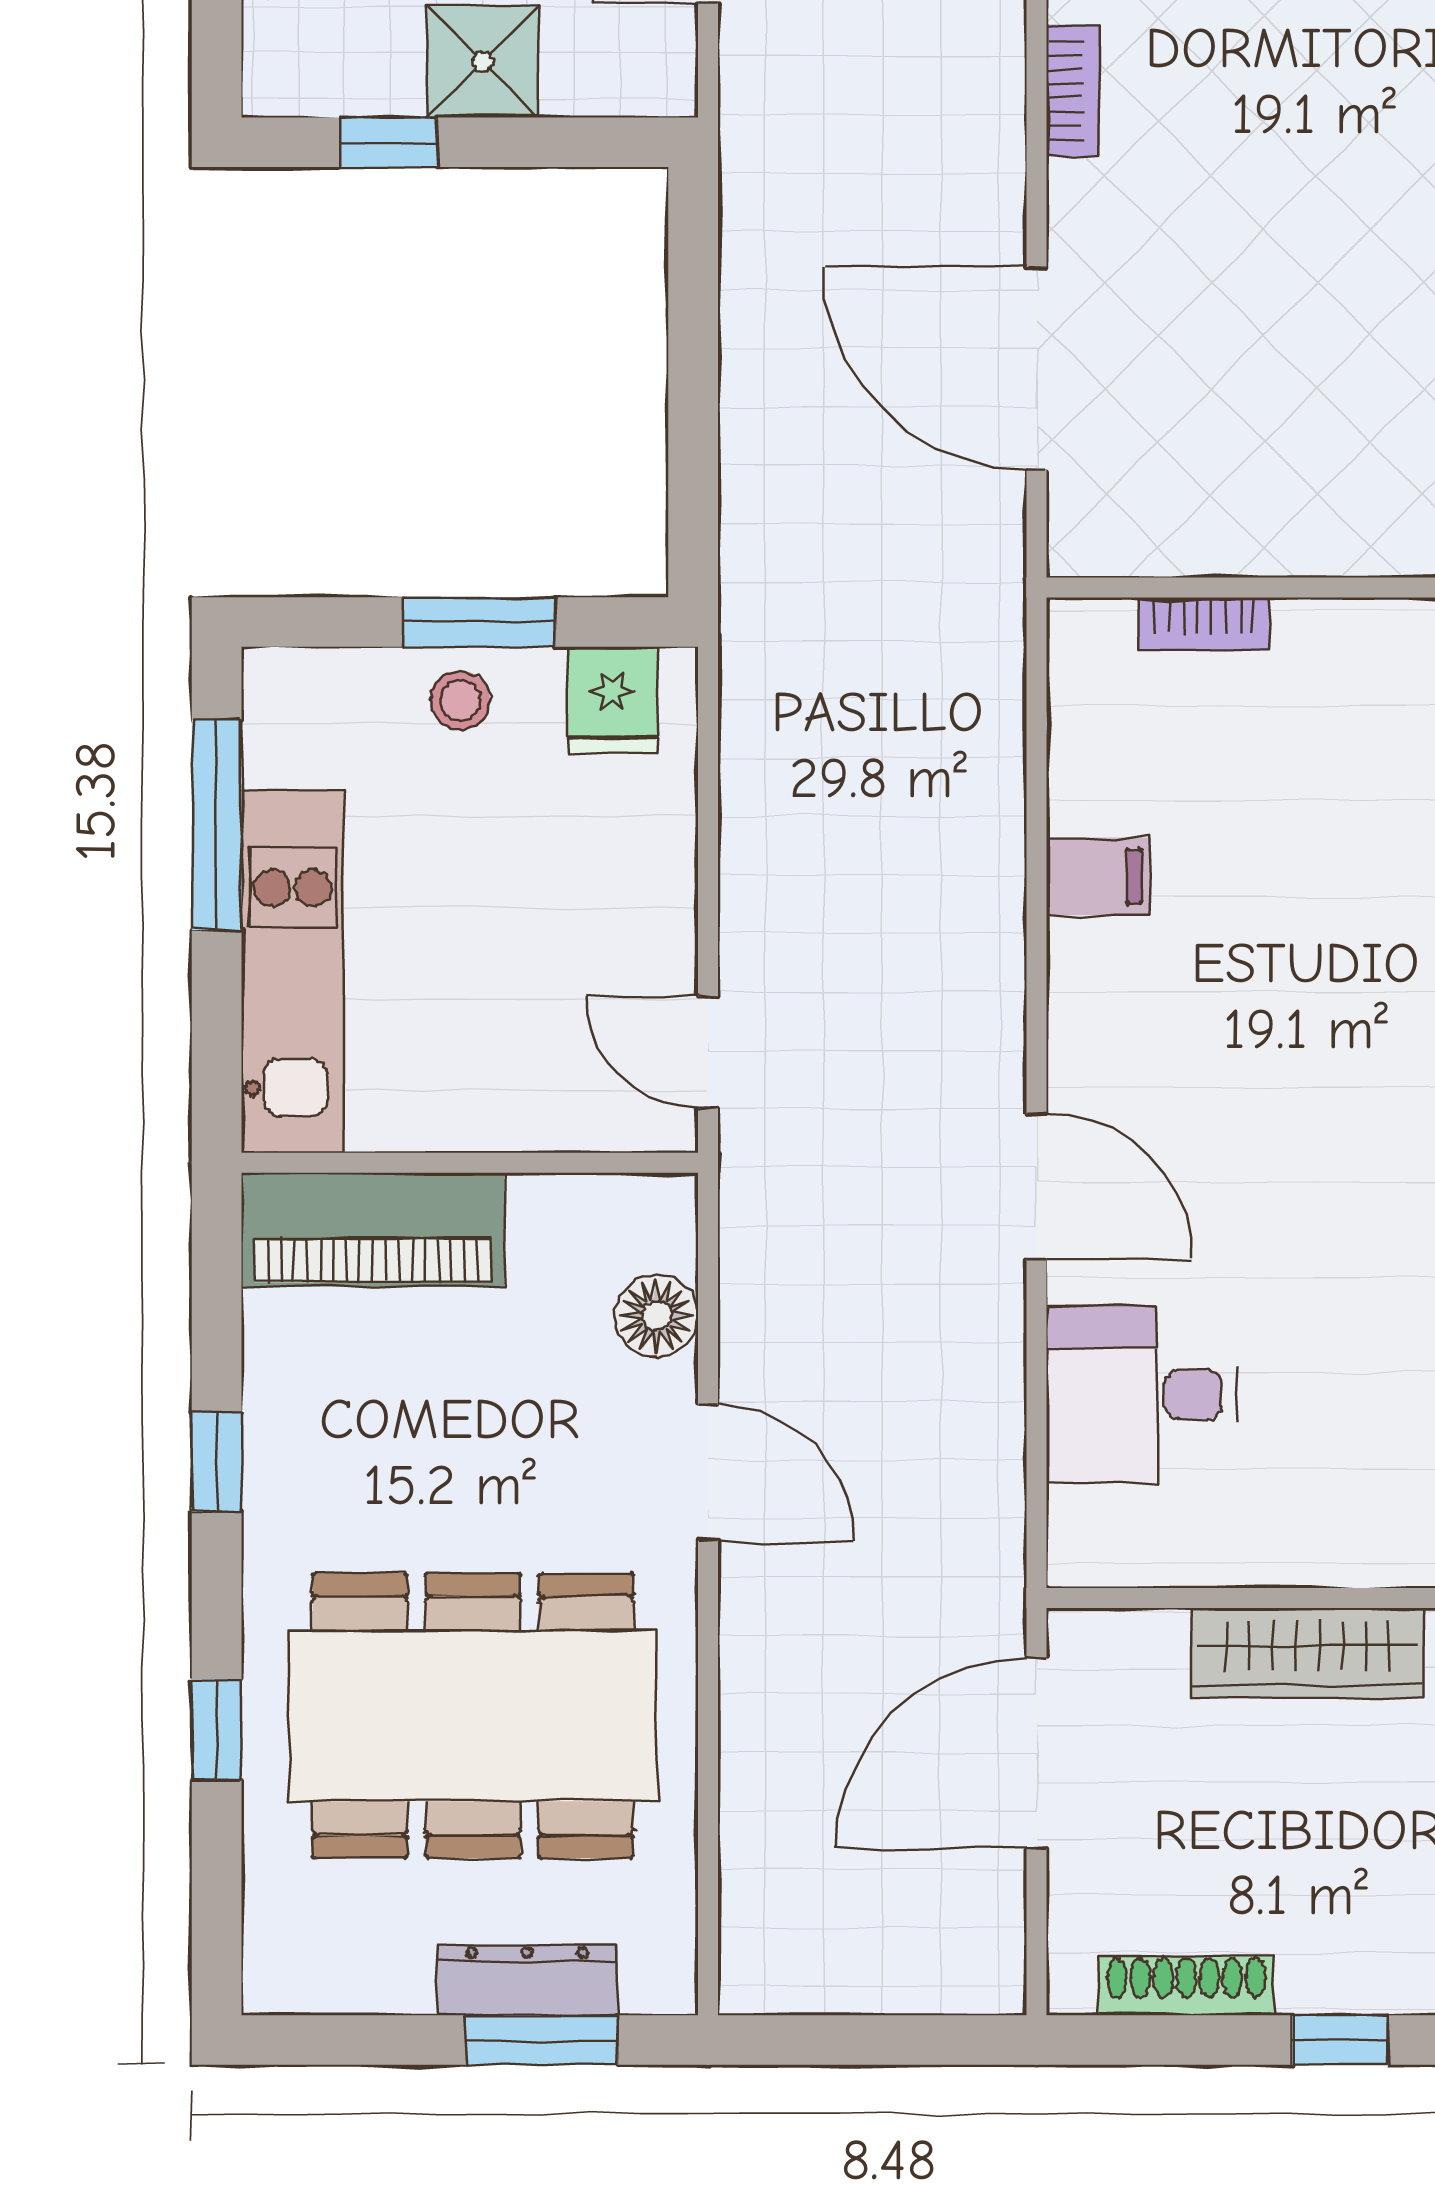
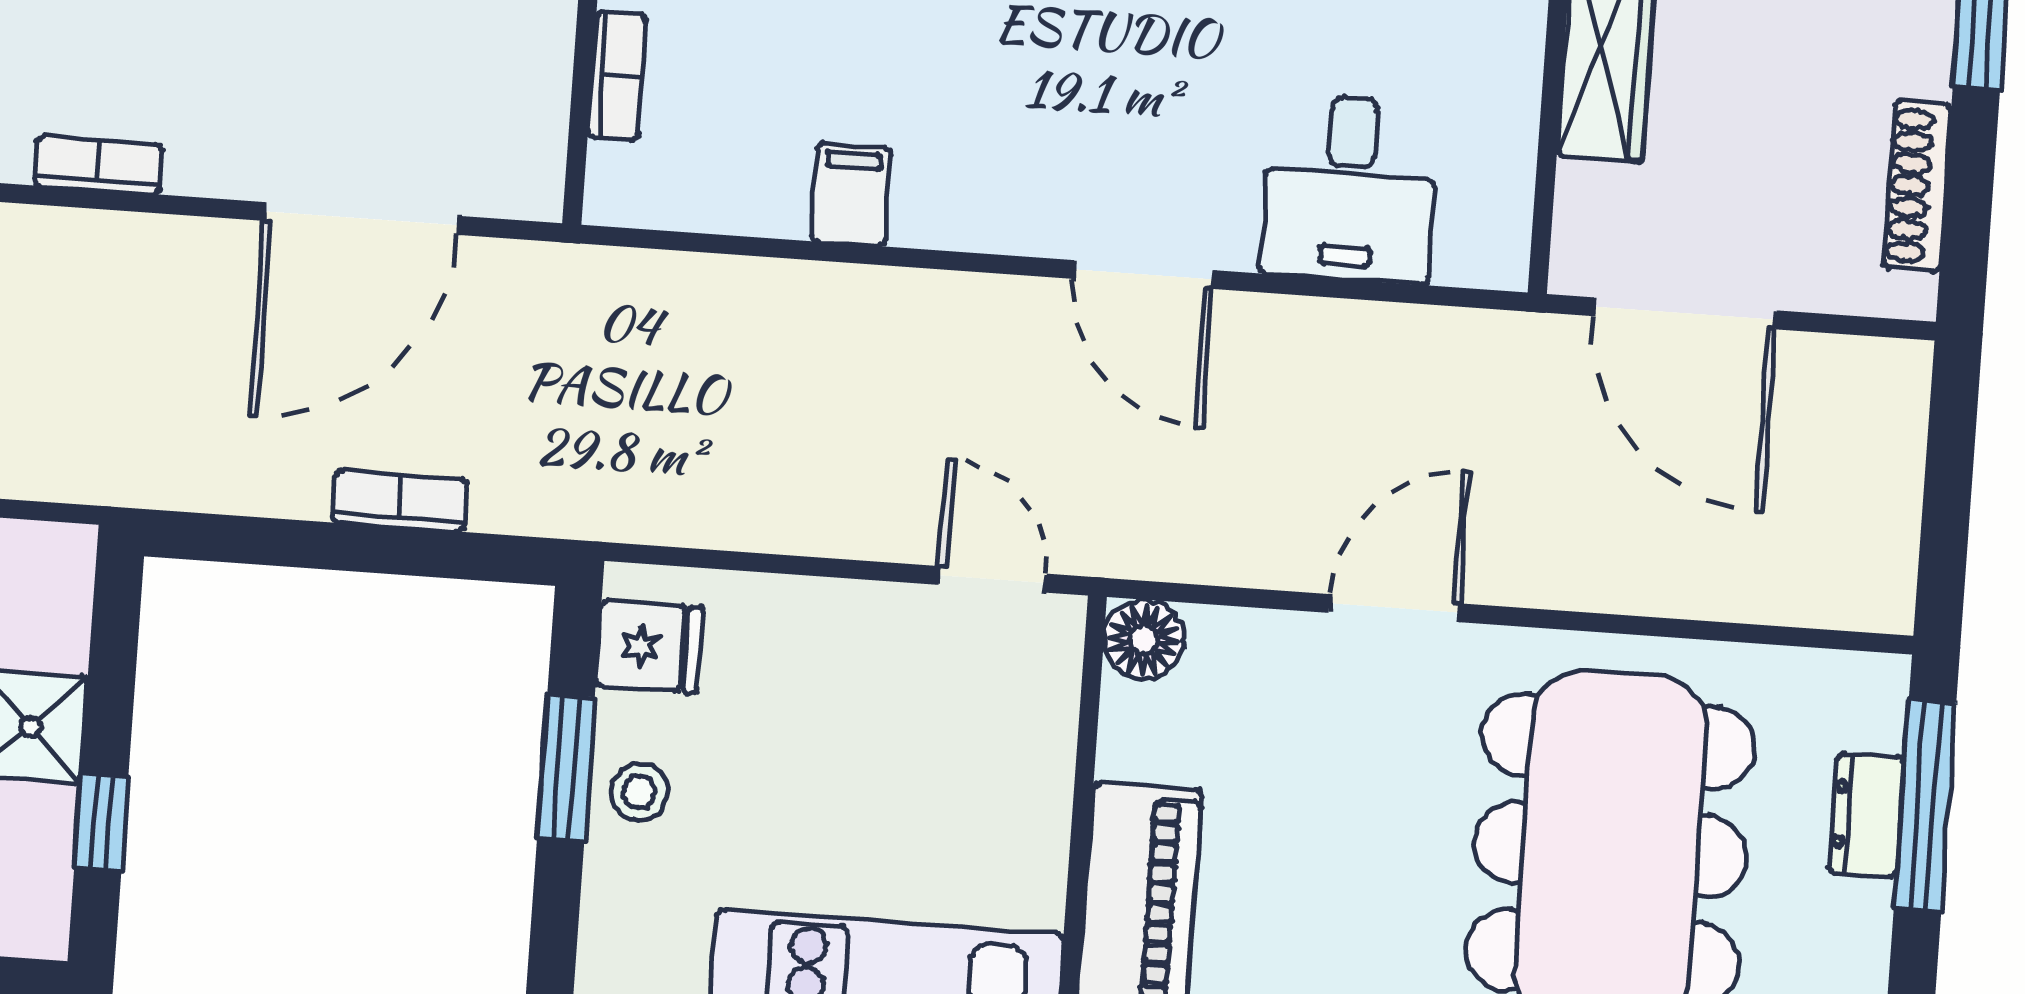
bookcase: (745, 429) -> (400, 501), added
door: (708, 1052) -> (993, 579), swing flipped
door: (1037, 1186) -> (1143, 274), swing flipped
floor lamp: (656, 1316) -> (1144, 640), moved
dresser: (527, 1980) -> (1867, 815), width x0.70
window: (542, 2040) -> (1925, 806), width x1.44

